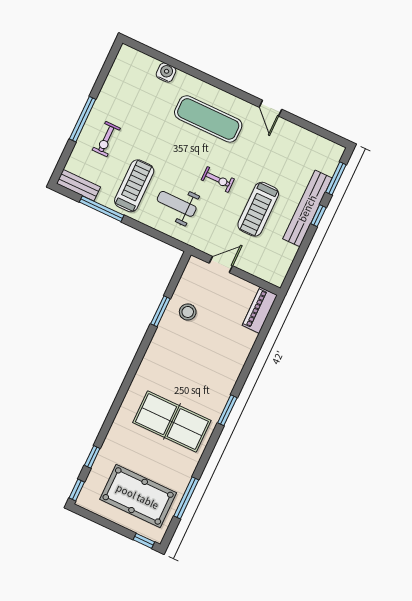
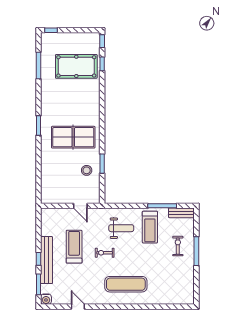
water cooler: (166, 73) -> (46, 299), moved
door: (271, 108) -> (78, 307), moved
door: (221, 265) -> (80, 206), hinge flipped
piano: (260, 310) -> (47, 190), removed
table tennis table: (172, 422) -> (73, 137), moved
pool table: (138, 496) -> (76, 66), moved

